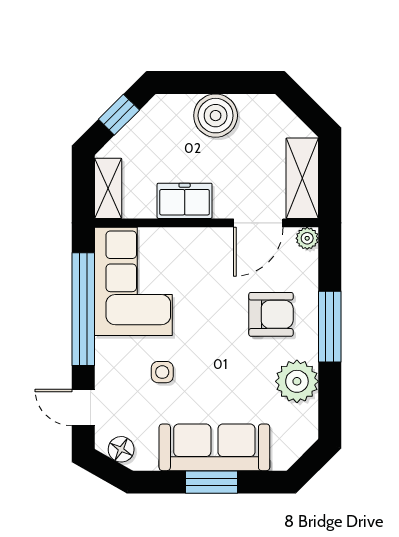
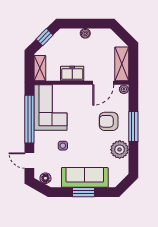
boiler: (216, 116) -> (85, 33), width x0.54, depth x0.54
armchair: (271, 314) -> (109, 121), turned 180

